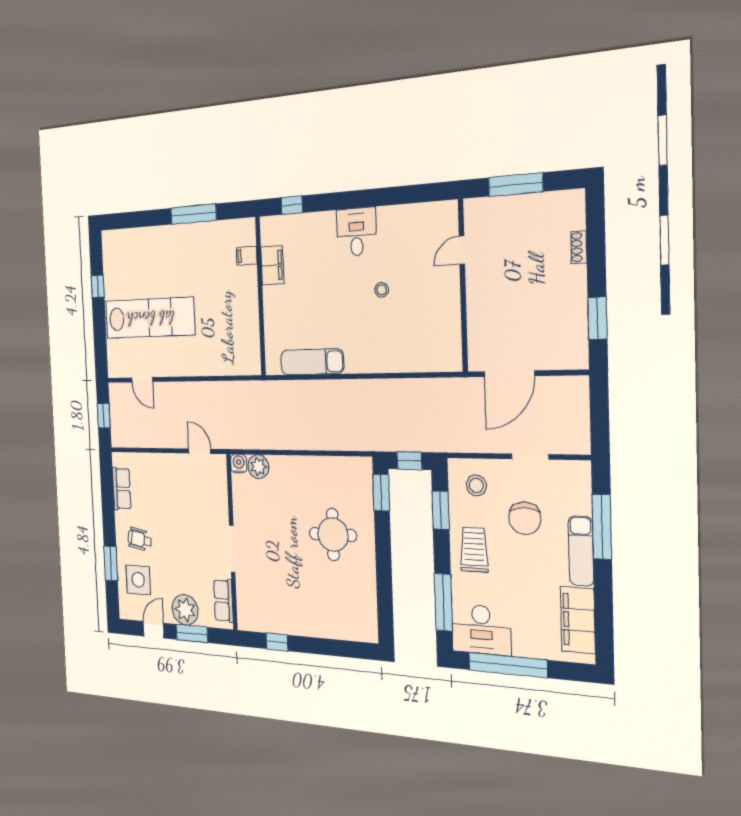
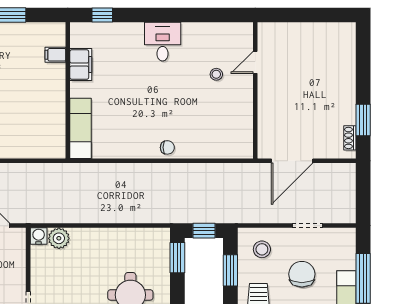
window: (516, 185) -> (301, 15), removed
shoe rack: (579, 247) -> (350, 138), moved
stool: (382, 290) -> (216, 74), moved
chair: (366, 360) -> (167, 147), added
exam couch: (312, 362) -> (81, 128), moved, turned 90
chair: (525, 518) -> (302, 274), turned 180

